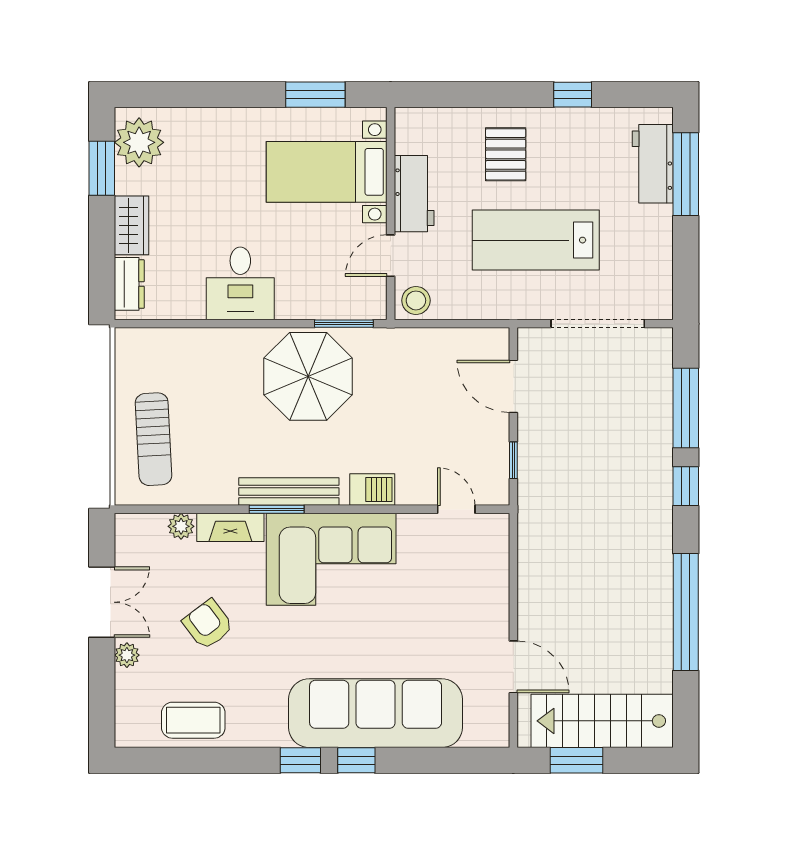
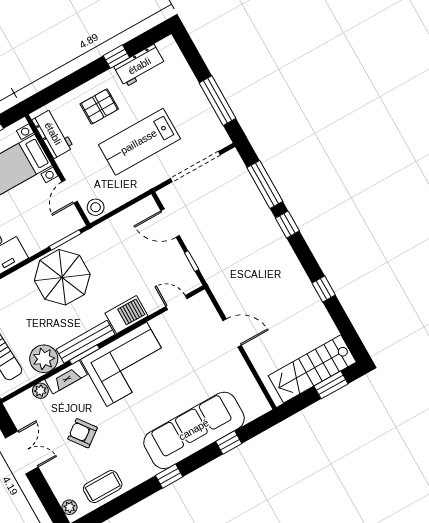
pallet: (506, 154) -> (99, 106), turned 90
workbench: (653, 164) -> (140, 66), moved, turned -90
window: (686, 174) -> (218, 101), moved
workbench: (414, 194) -> (53, 134), moved
plant: (213, 482) -> (44, 359), added
barbecue: (372, 490) -> (126, 315), width x1.38, depth x1.27
window: (686, 612) -> (324, 289), width x0.32
plant: (127, 655) -> (69, 507), moved
door: (513, 667) -> (232, 333), moved
window: (356, 760) -> (229, 443), moved
window: (577, 760) -> (331, 385), moved

